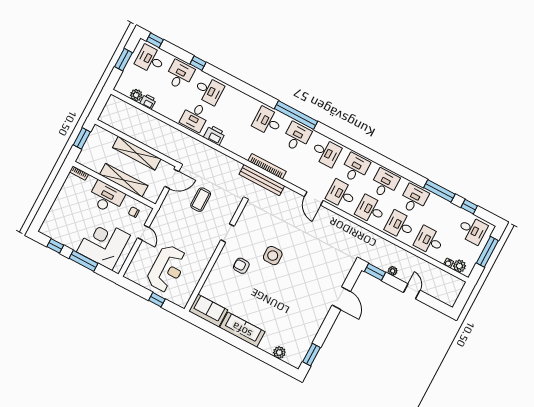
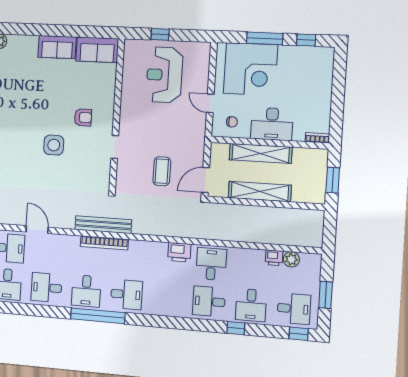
sofa: (242, 330) -> (57, 47), width x0.73

